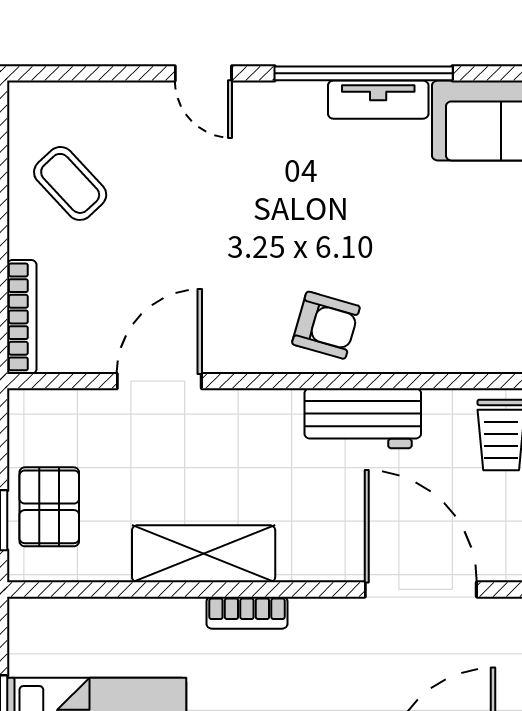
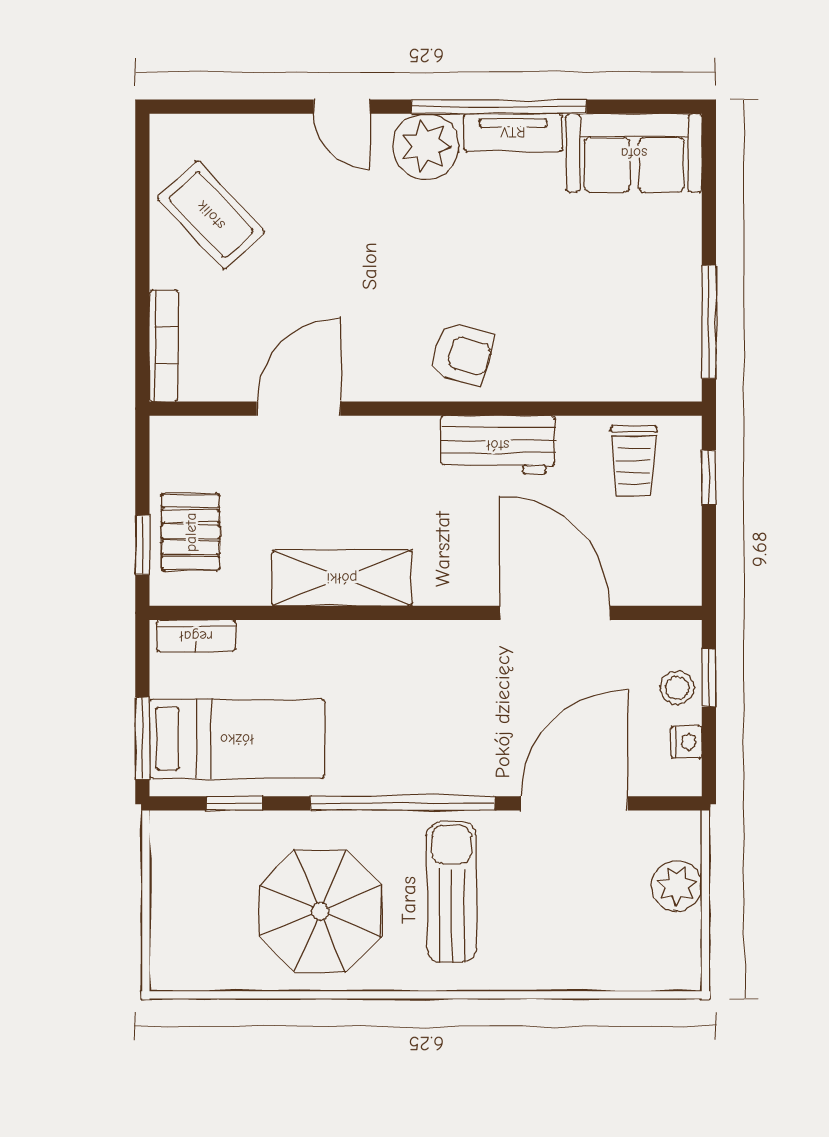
plant: (289, 114) -> (426, 147), added
coffee table: (70, 183) -> (211, 215), width x1.36, depth x1.30
bookcase: (247, 613) -> (196, 636), moved

